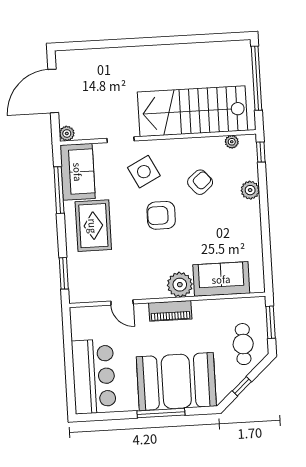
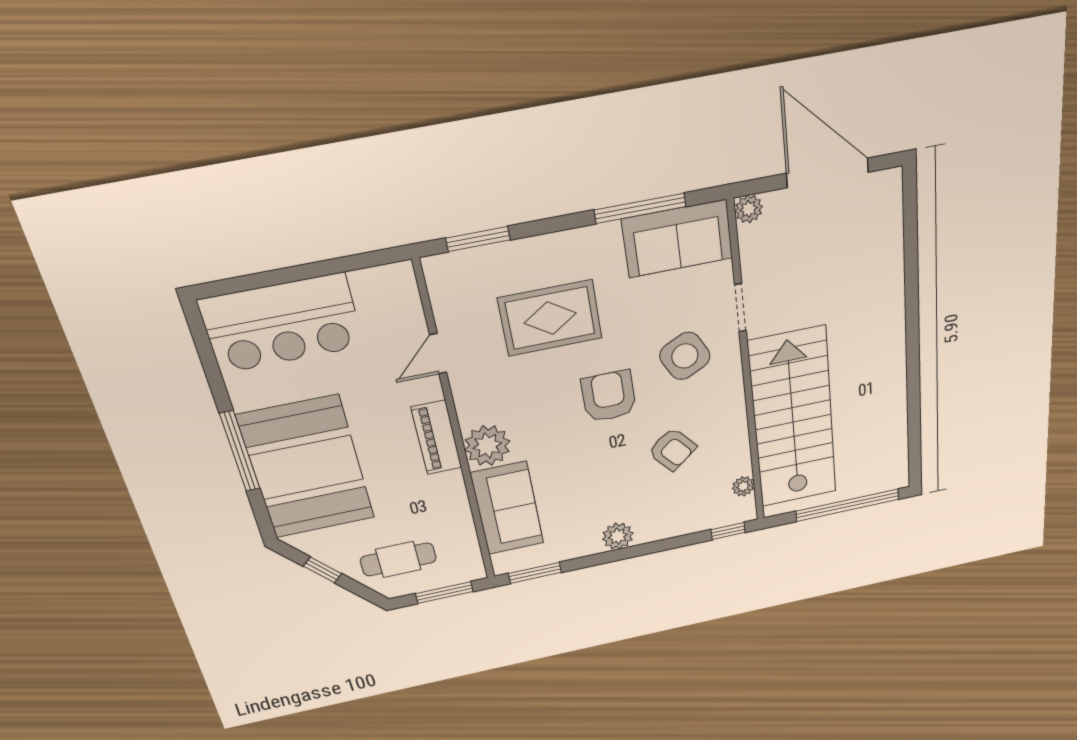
plant: (250, 190) -> (618, 536), moved
rug: (93, 226) -> (550, 318), moved
window: (268, 269) -> (535, 573), added

